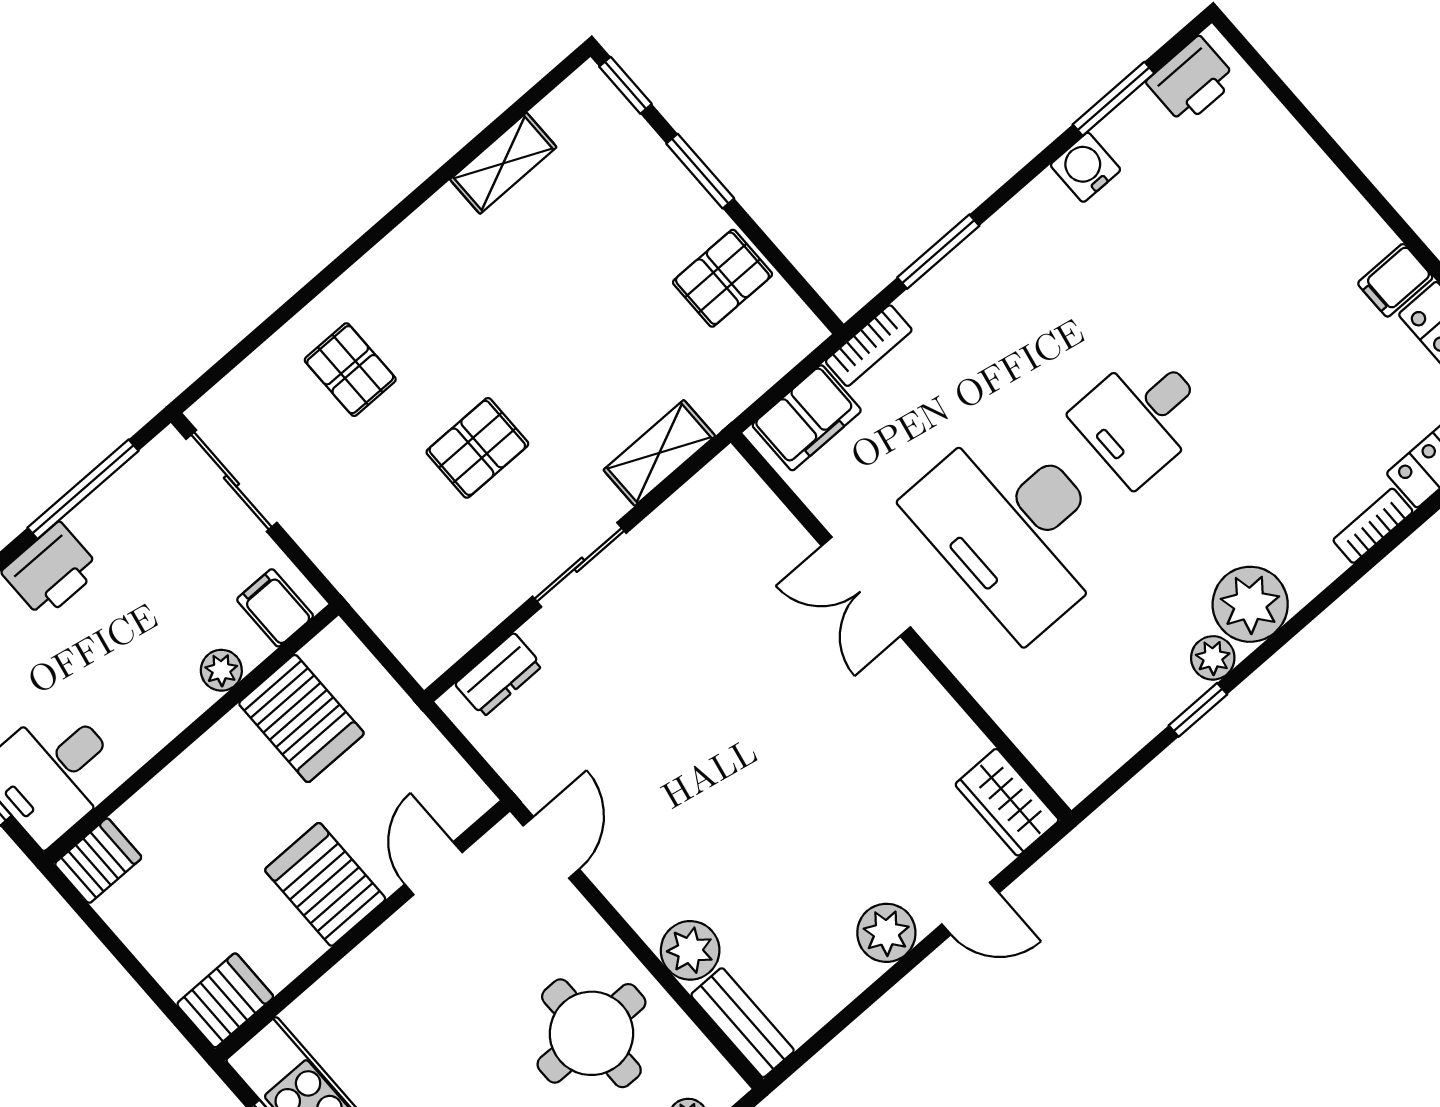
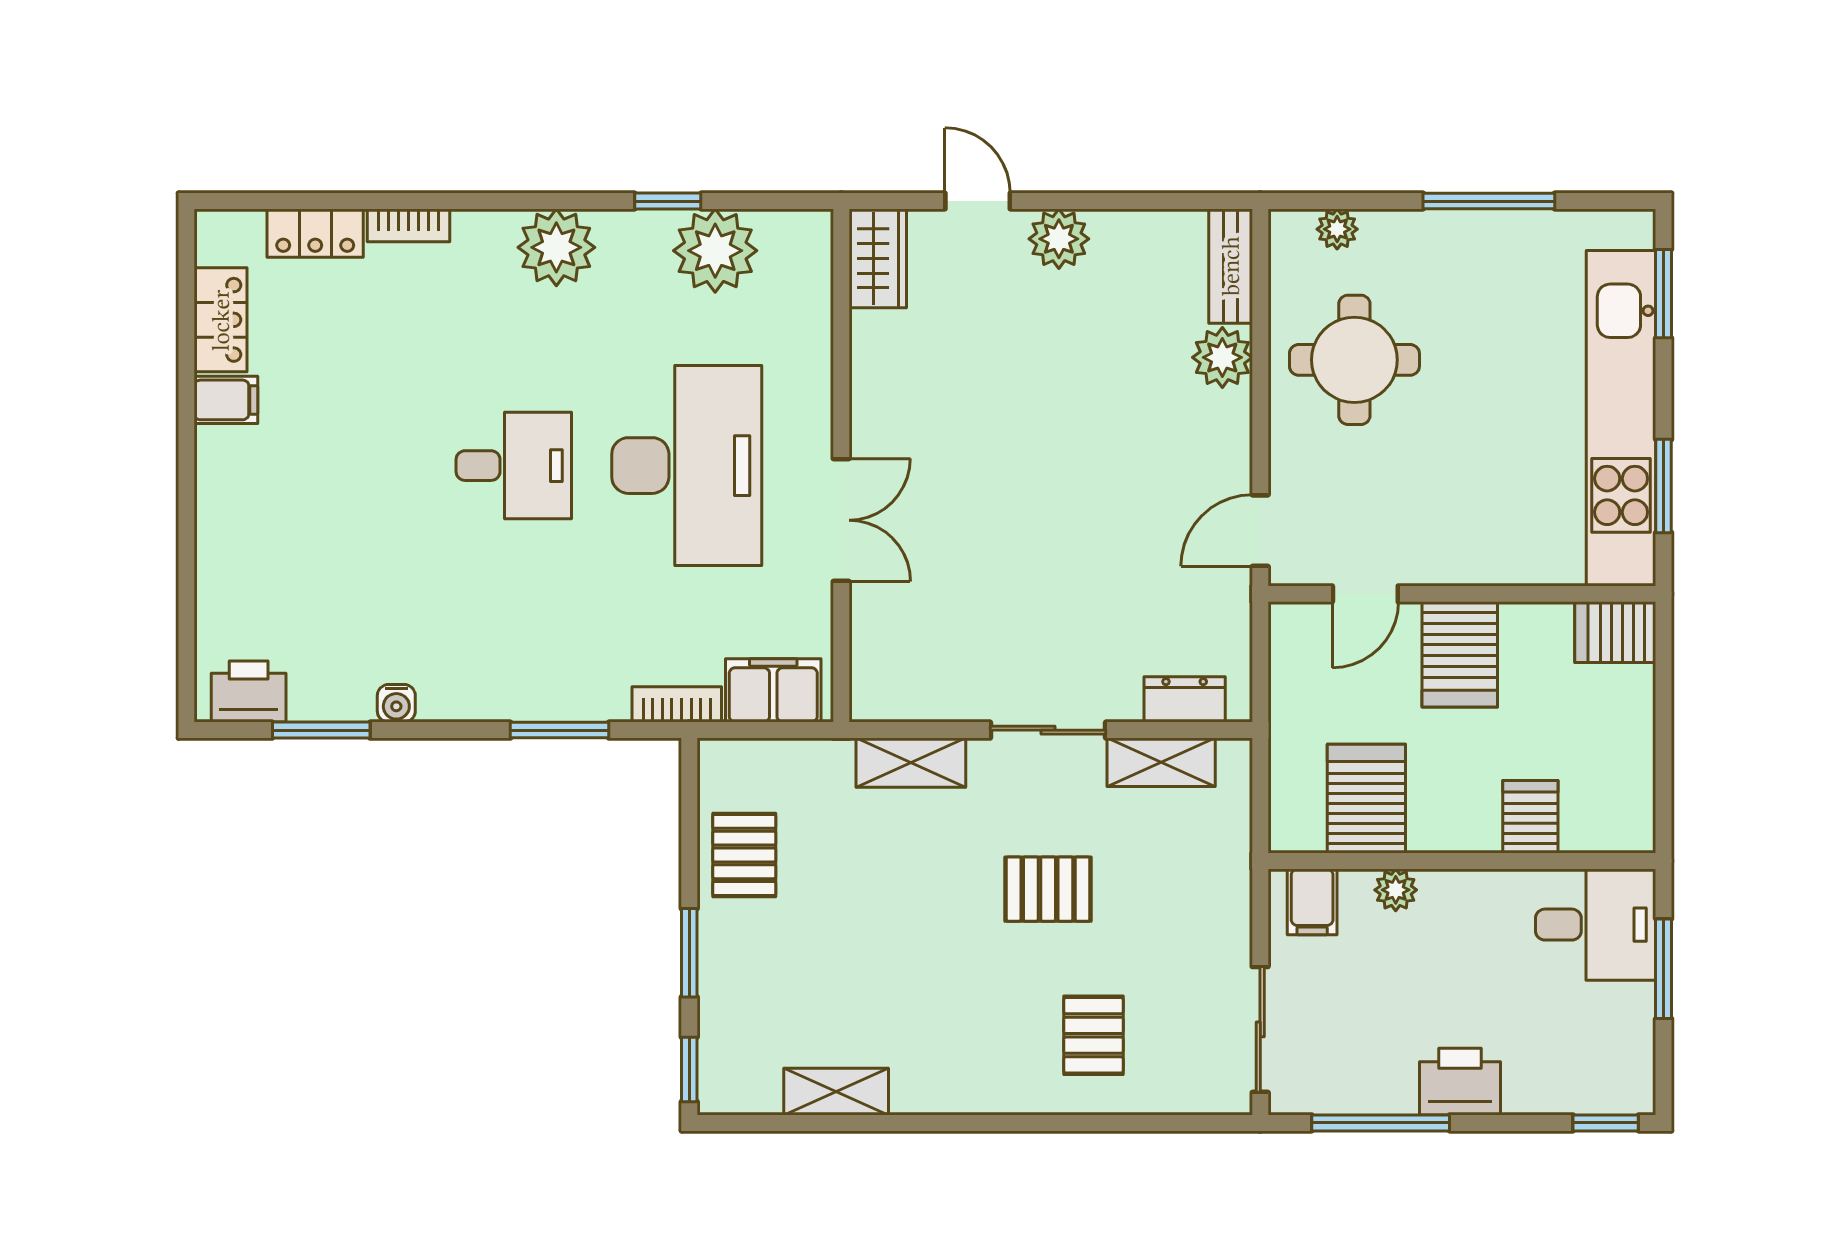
water cooler: (1085, 167) -> (396, 703), width x0.72, depth x0.72
pallet: (722, 278) -> (744, 855), turned 90
shelving: (476, 614) -> (1161, 762), added
plant: (1213, 658) -> (715, 251), moved, width x1.87, depth x1.87
server rack: (98, 861) -> (1530, 817), moved, turned 90

